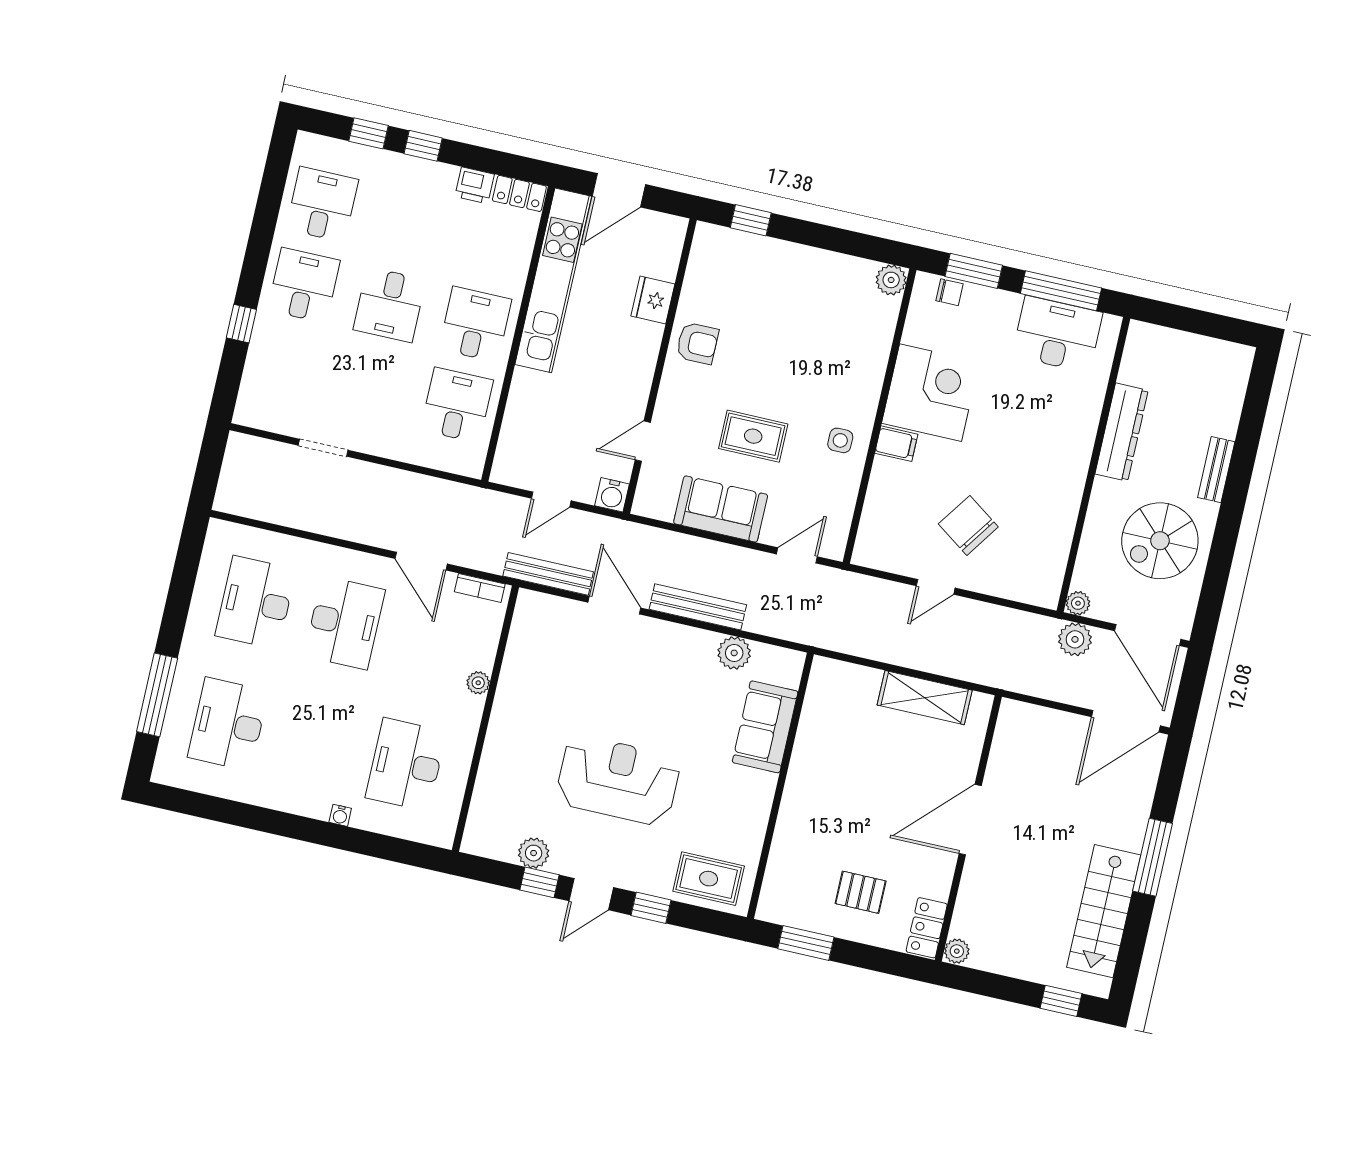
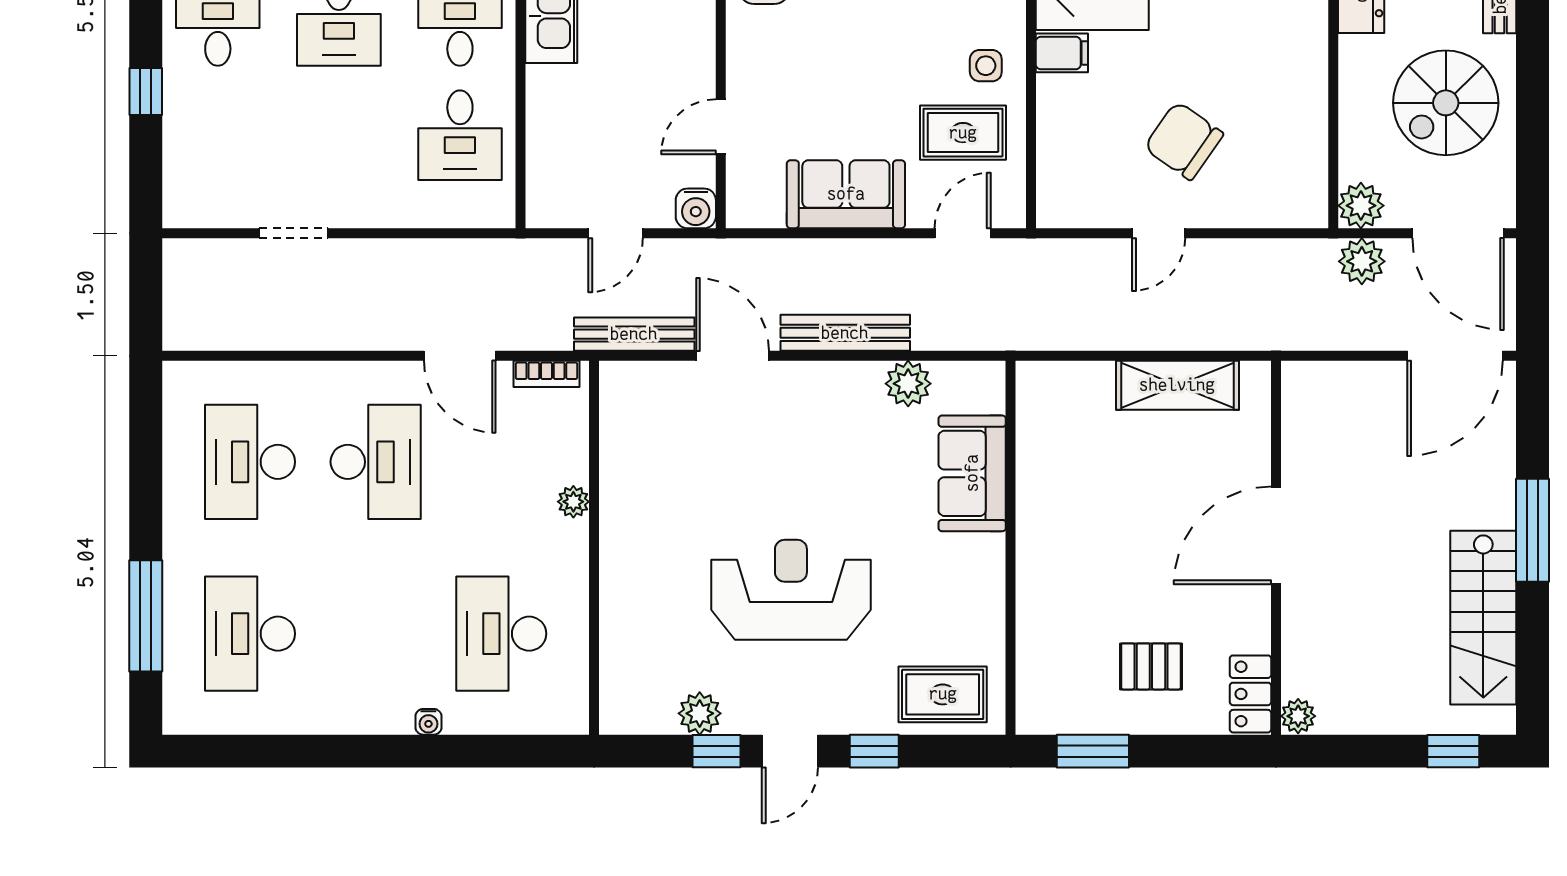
desk: (457, 405) -> (460, 135), turned 180
rug: (753, 436) -> (963, 133), moved
plant: (1078, 603) -> (1361, 206), width x1.38, depth x1.38

